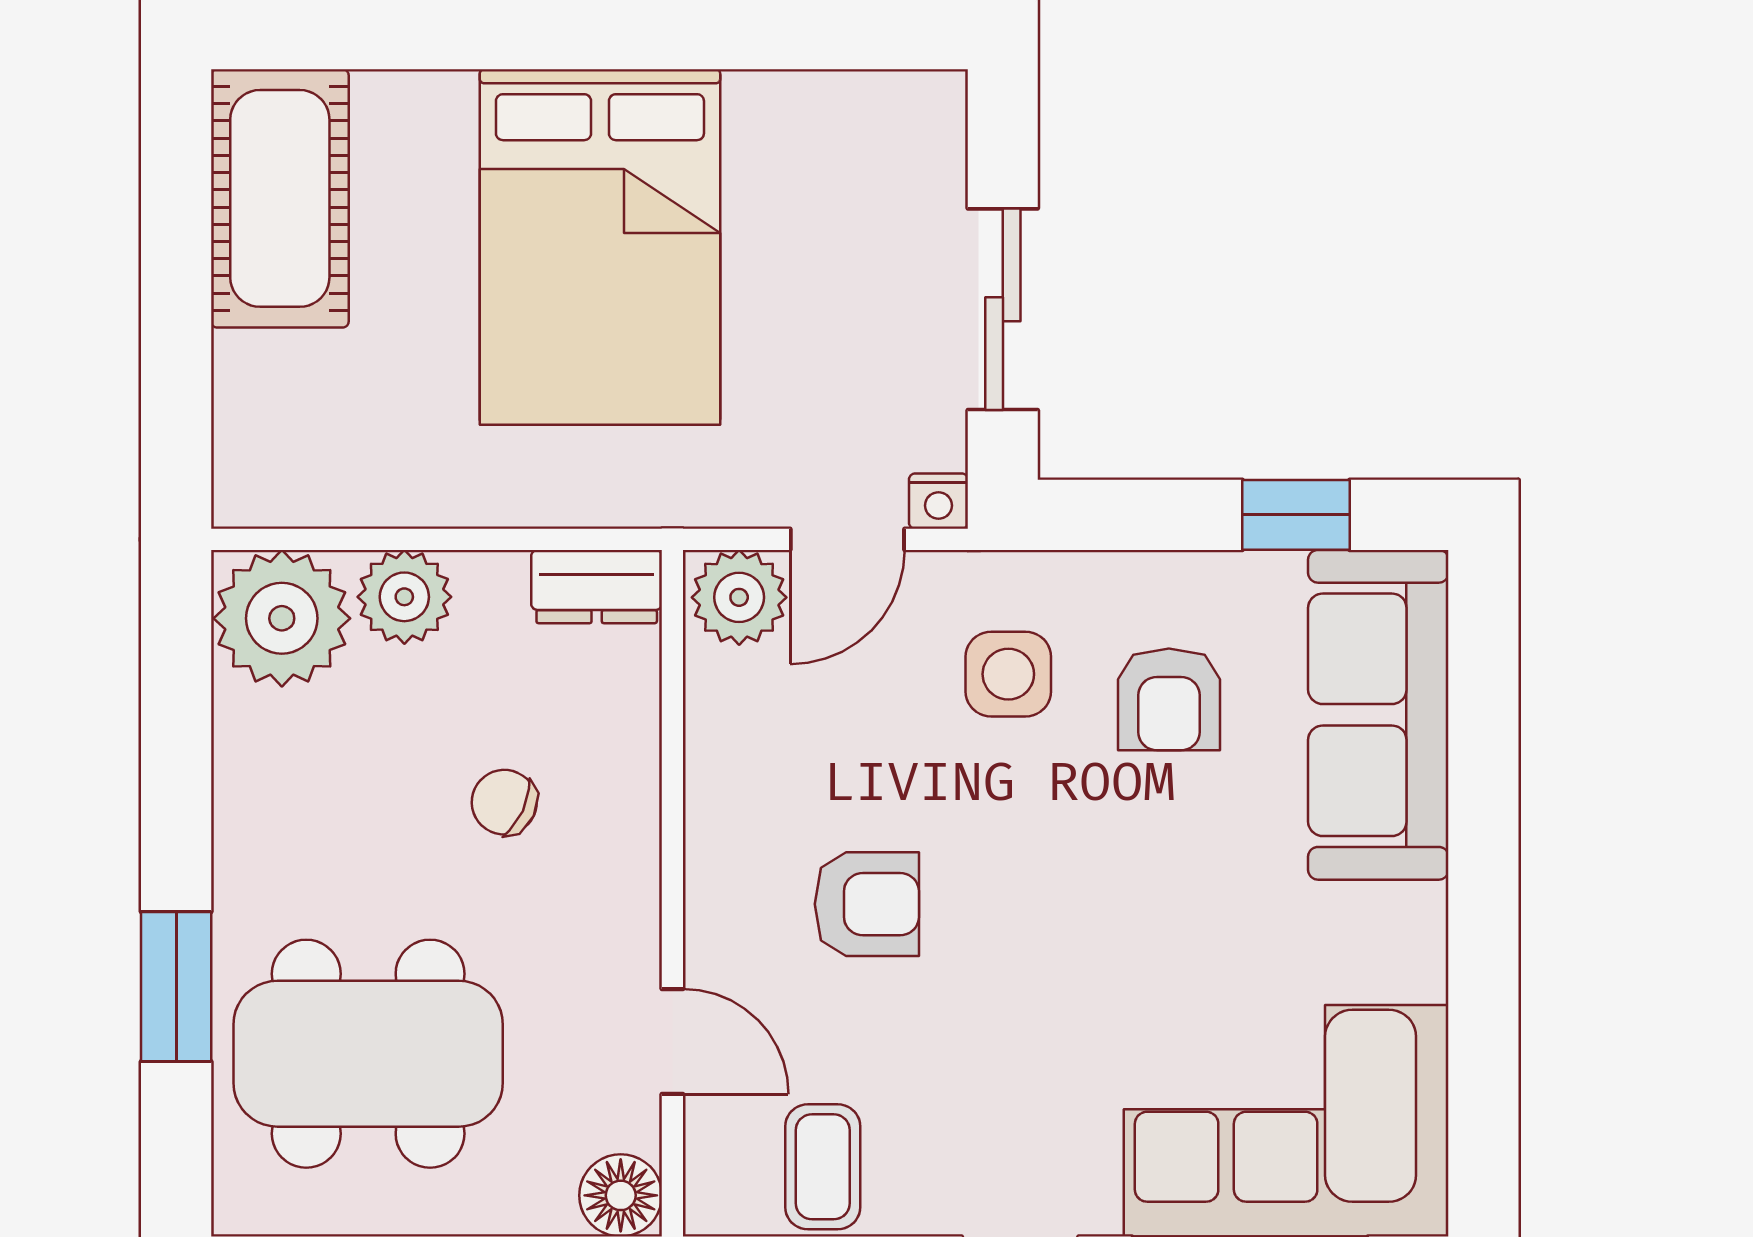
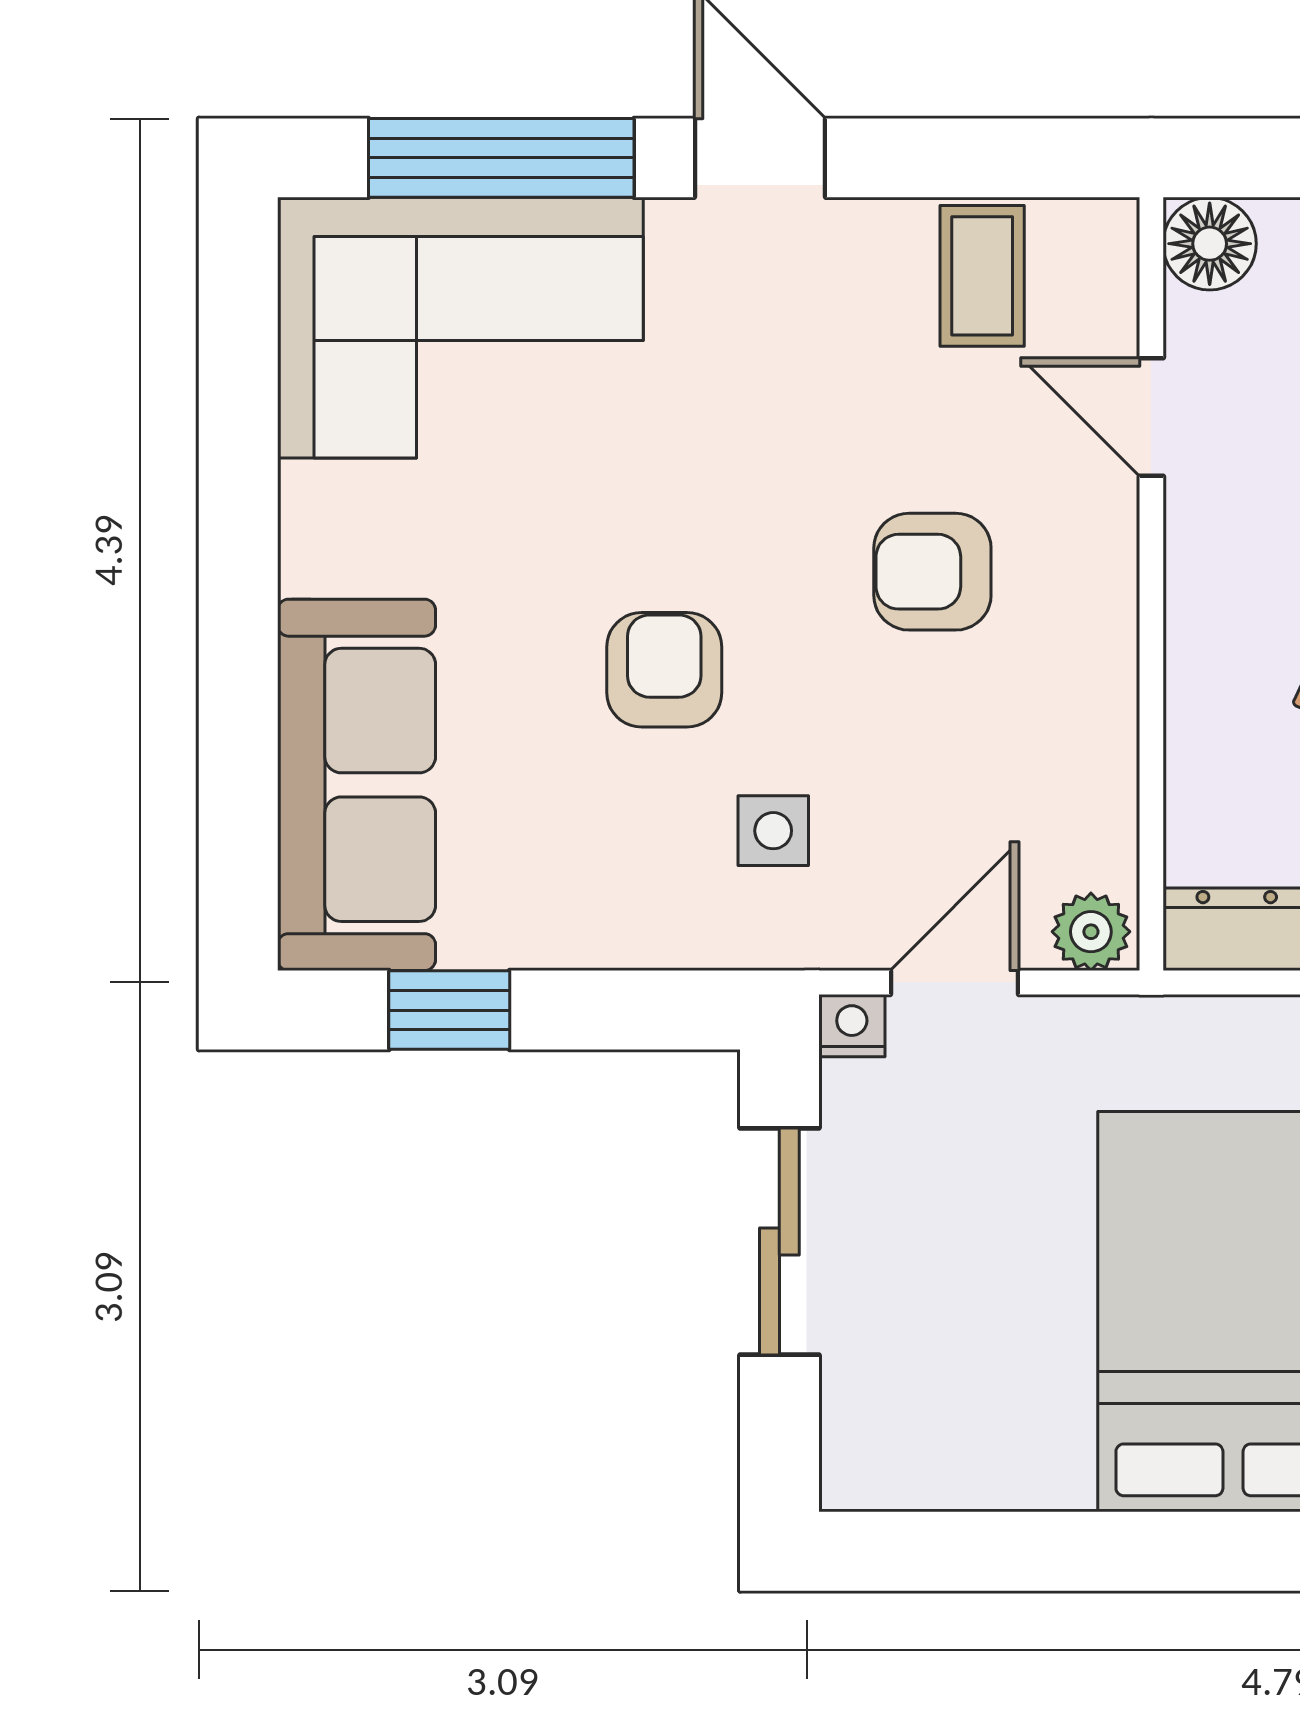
plant: (739, 597) -> (1091, 932), width x0.73, depth x0.73
side table: (1008, 674) -> (773, 831), width x0.73, depth x0.73
armchair: (1169, 699) -> (664, 670), moved

